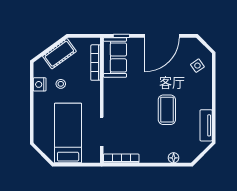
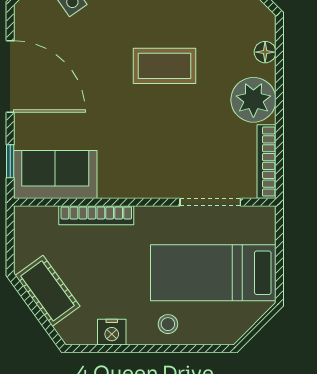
bookcase: (96, 63) -> (96, 215), moved
stool: (61, 84) -> (168, 324), moved
plant: (151, 152) -> (253, 100), added

